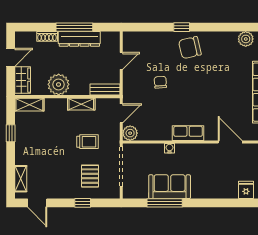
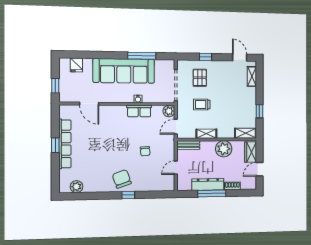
chair: (190, 48) -> (122, 179), turned -96
row of seats: (188, 133) -> (139, 111), moved
sofa: (170, 187) -> (124, 71), width x1.85, depth x1.27

